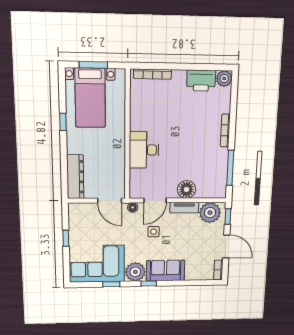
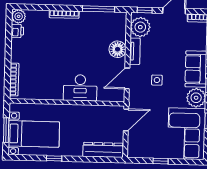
printer: (201, 80) -> (17, 31), width x0.53, depth x0.68
door: (155, 200) -> (127, 78), swing flipped
floor lamp: (133, 207) -> (133, 99), removed

